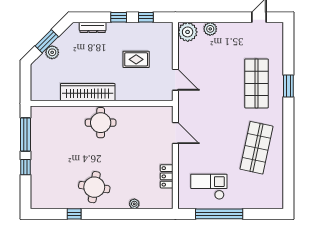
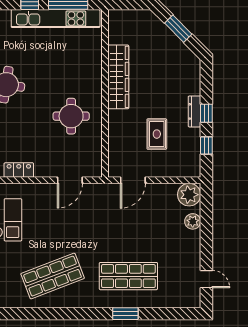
dresser: (93, 27) -> (194, 111), moved
plant: (52, 52) -> (165, 35), removed
round table: (101, 123) -> (71, 116), moved
kitchen unit: (38, 145) -> (56, 19), added
shop shelf: (257, 148) -> (53, 276), turned -33

